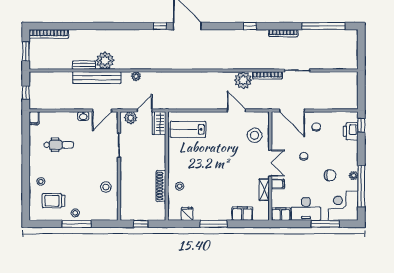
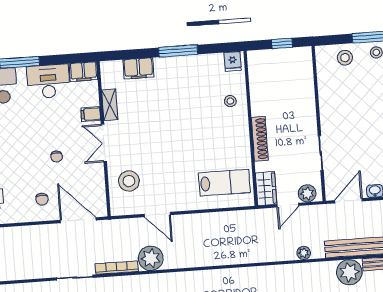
chair: (330, 175) -> (17, 132), removed
shoe rack: (161, 186) -> (260, 139), moved
stool: (106, 187) -> (345, 58), moved
fridge: (187, 214) -> (233, 61), moved

